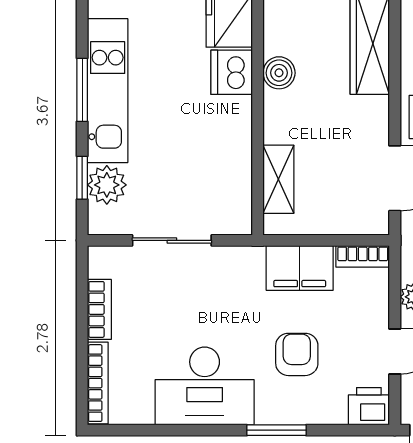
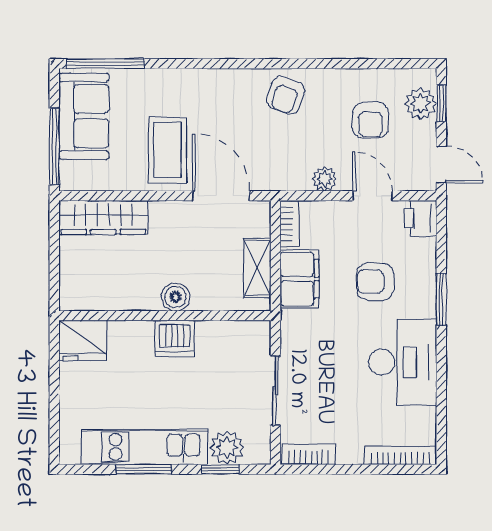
dishwasher: (232, 72) -> (175, 338), moved
boiler: (279, 73) -> (176, 297), moved
shelving: (278, 179) -> (257, 268), moved, turned 90
bookcase: (99, 309) -> (309, 454), moved

